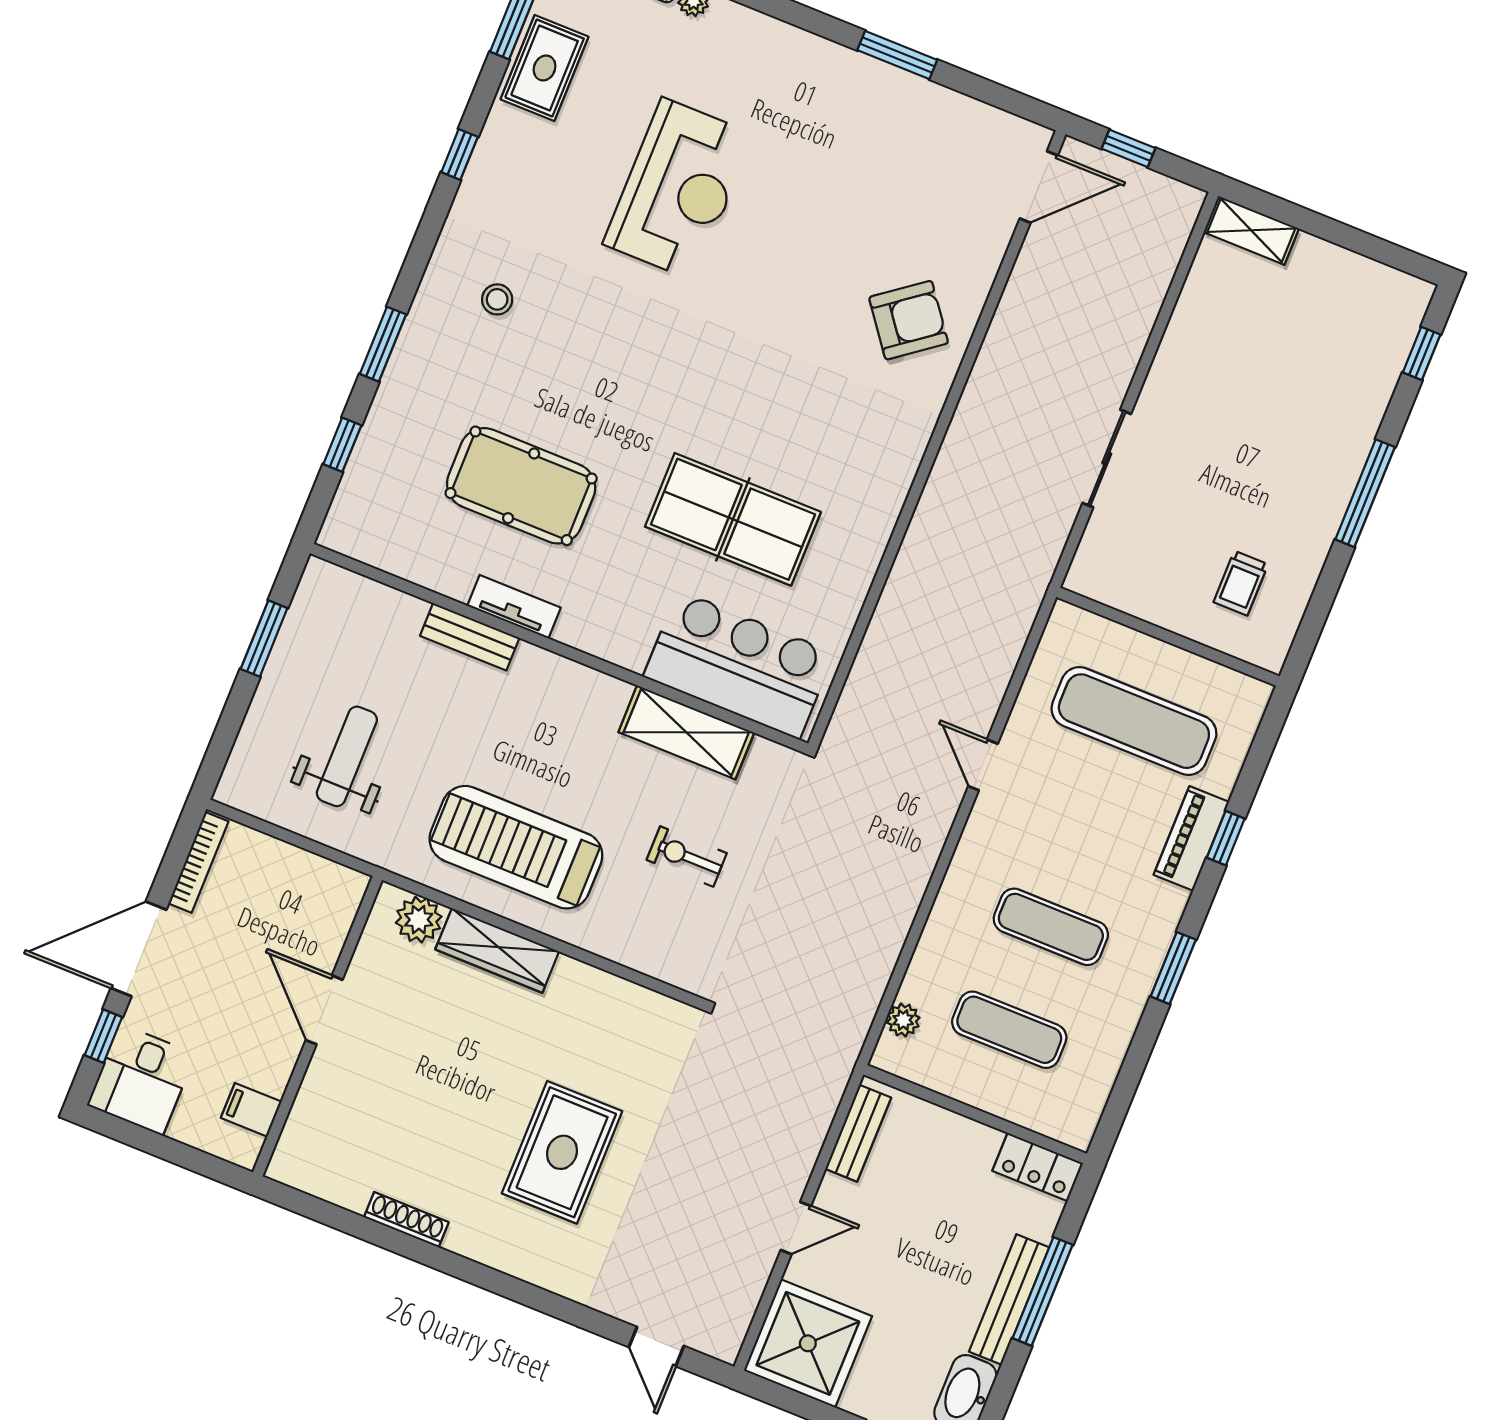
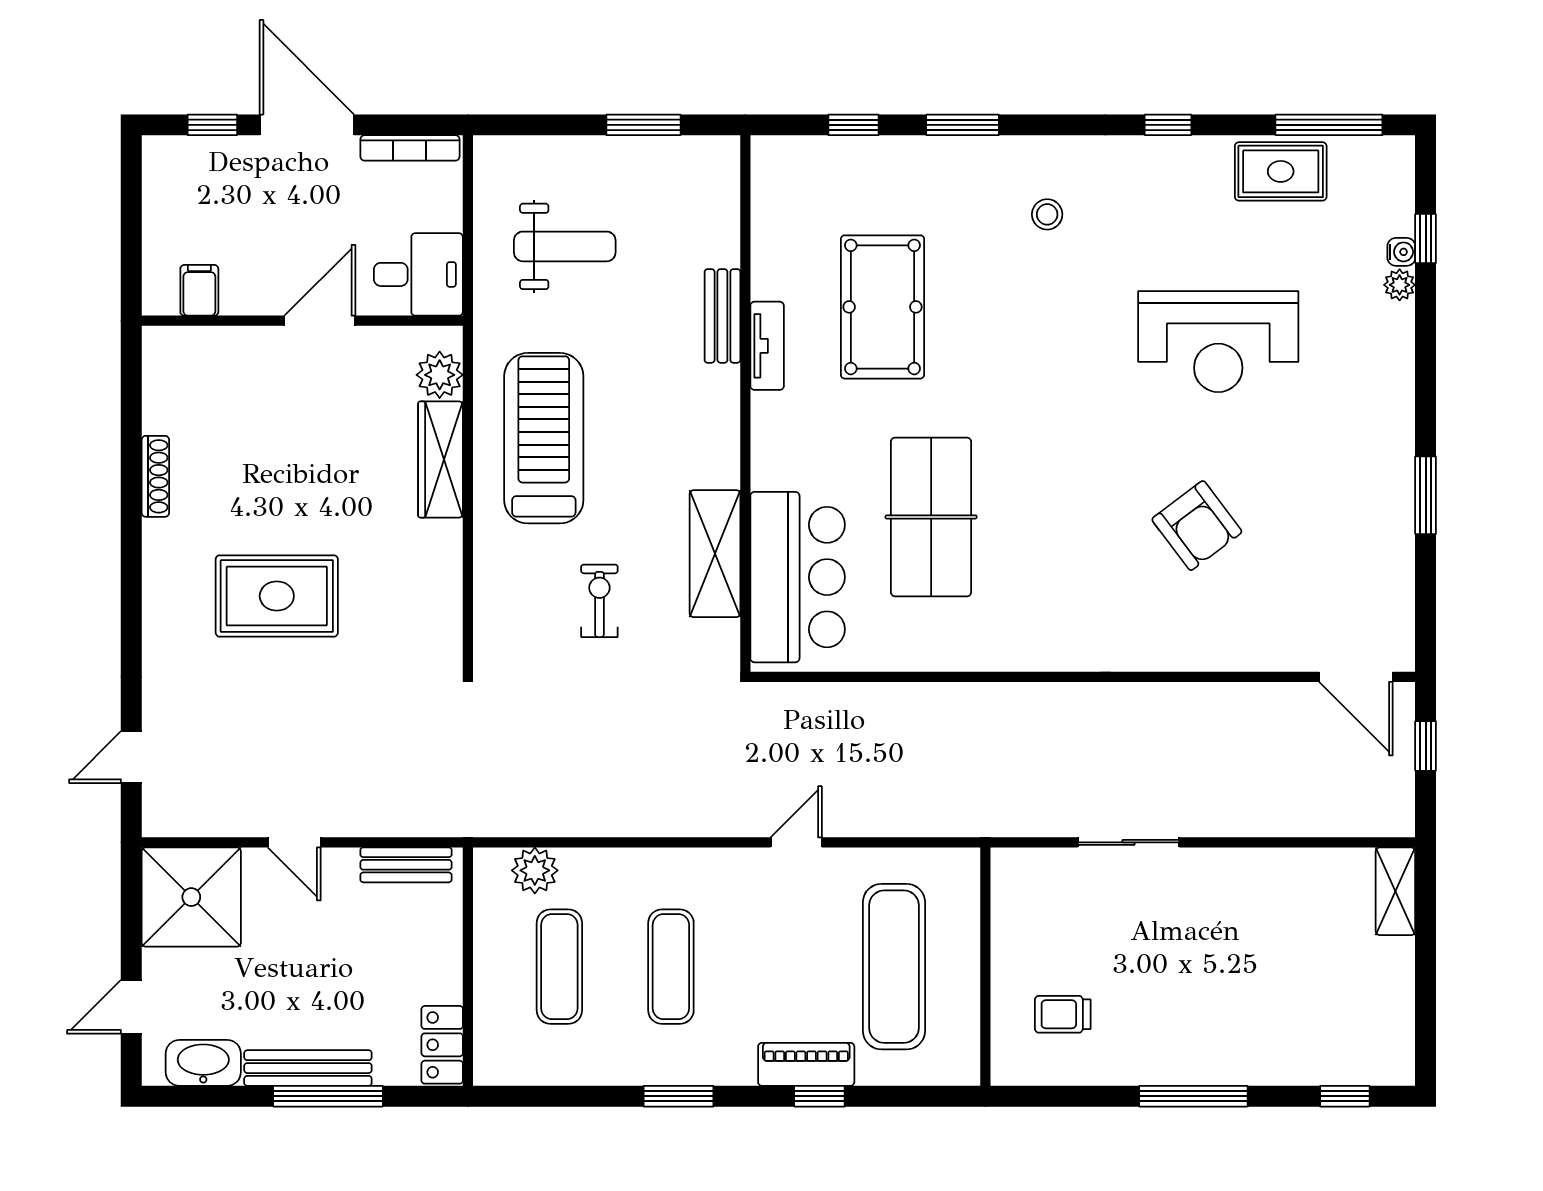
armchair: (909, 320) -> (1197, 526), moved
plant: (903, 1020) -> (535, 870), width x1.38, depth x1.38
desk: (141, 1080) -> (418, 274), moved, turned 180

